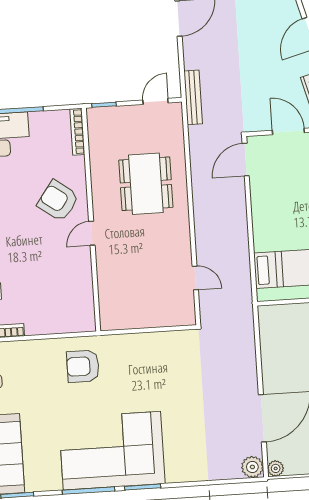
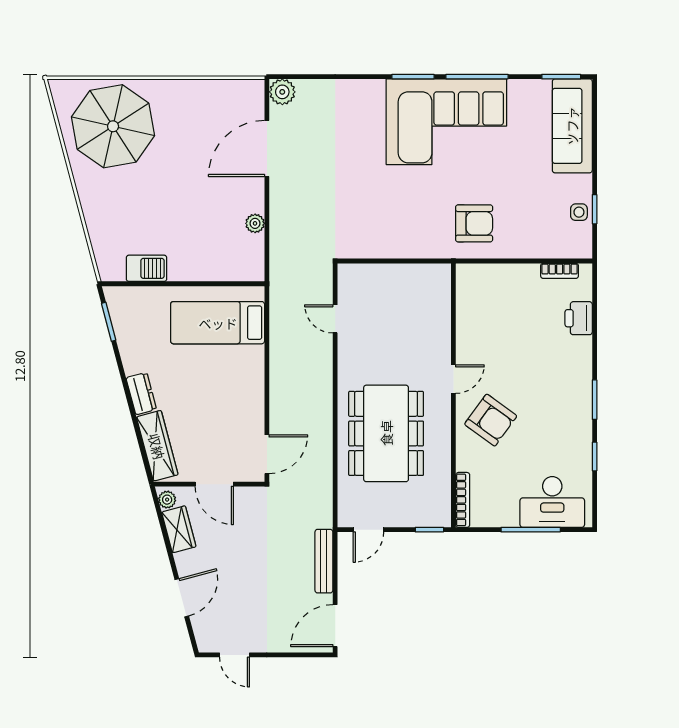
bench: (193, 97) -> (324, 561), moved
dining table: (146, 184) -> (386, 433), width x1.36, depth x1.24
plant: (276, 468) -> (255, 223), moved

